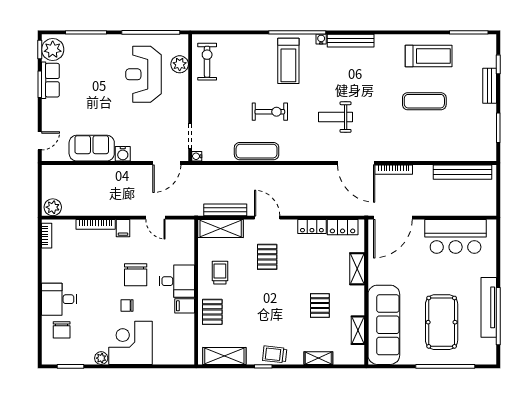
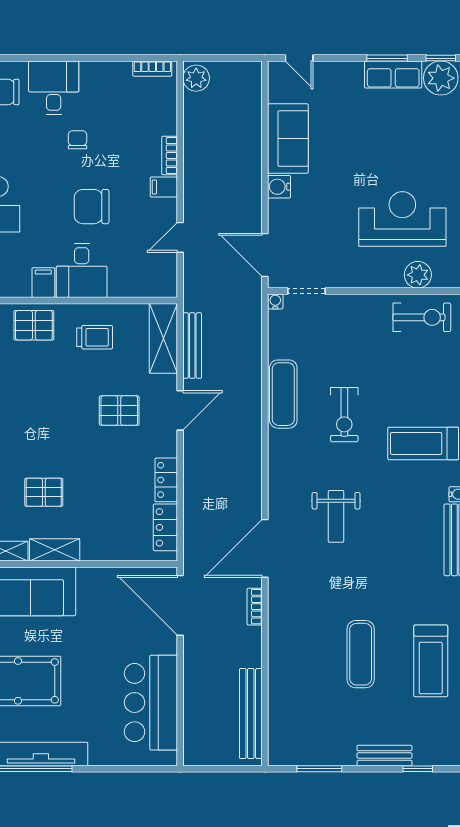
weight bench: (335, 117) -> (336, 516), turned 180
bookcase: (394, 170) -> (255, 607), width x0.64
bookcase: (96, 224) -> (170, 156), width x0.64
shelving: (357, 269) -> (55, 550), moved
chair: (127, 306) -> (78, 140), moved

